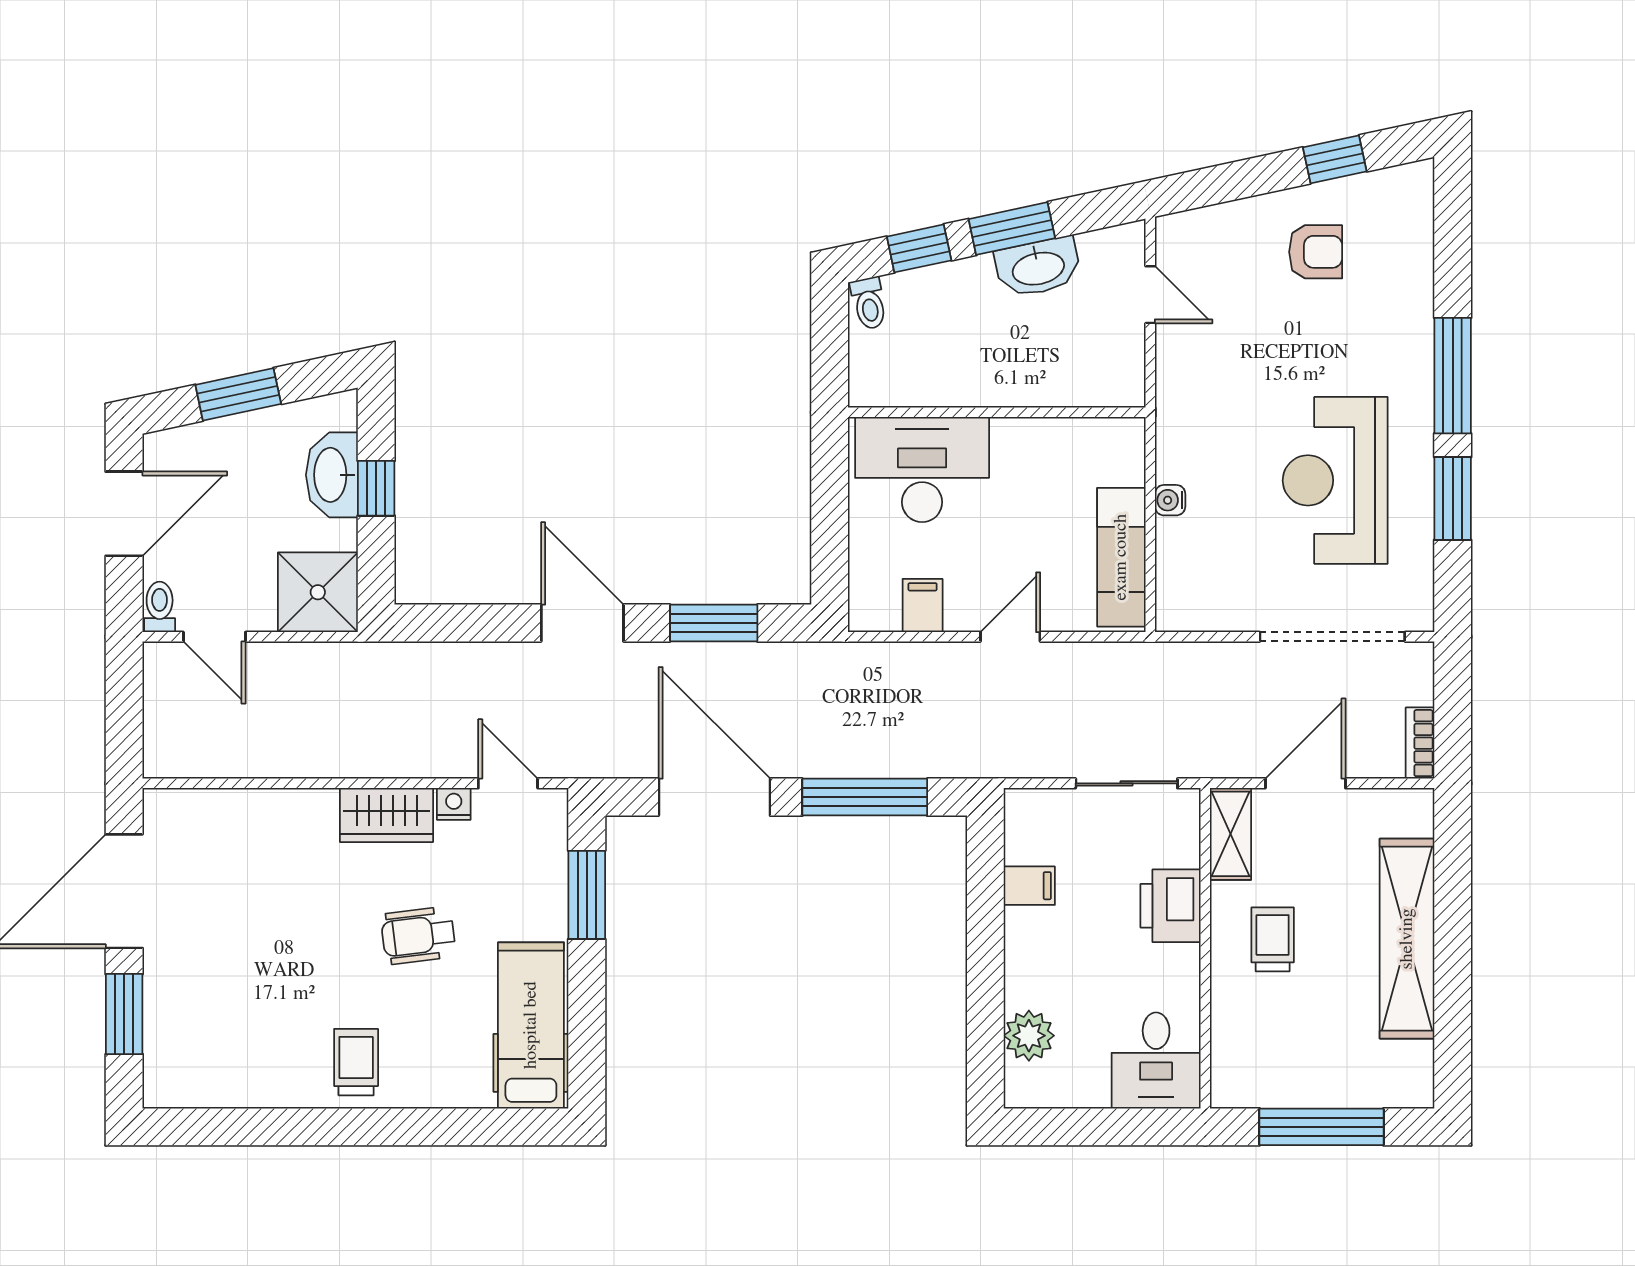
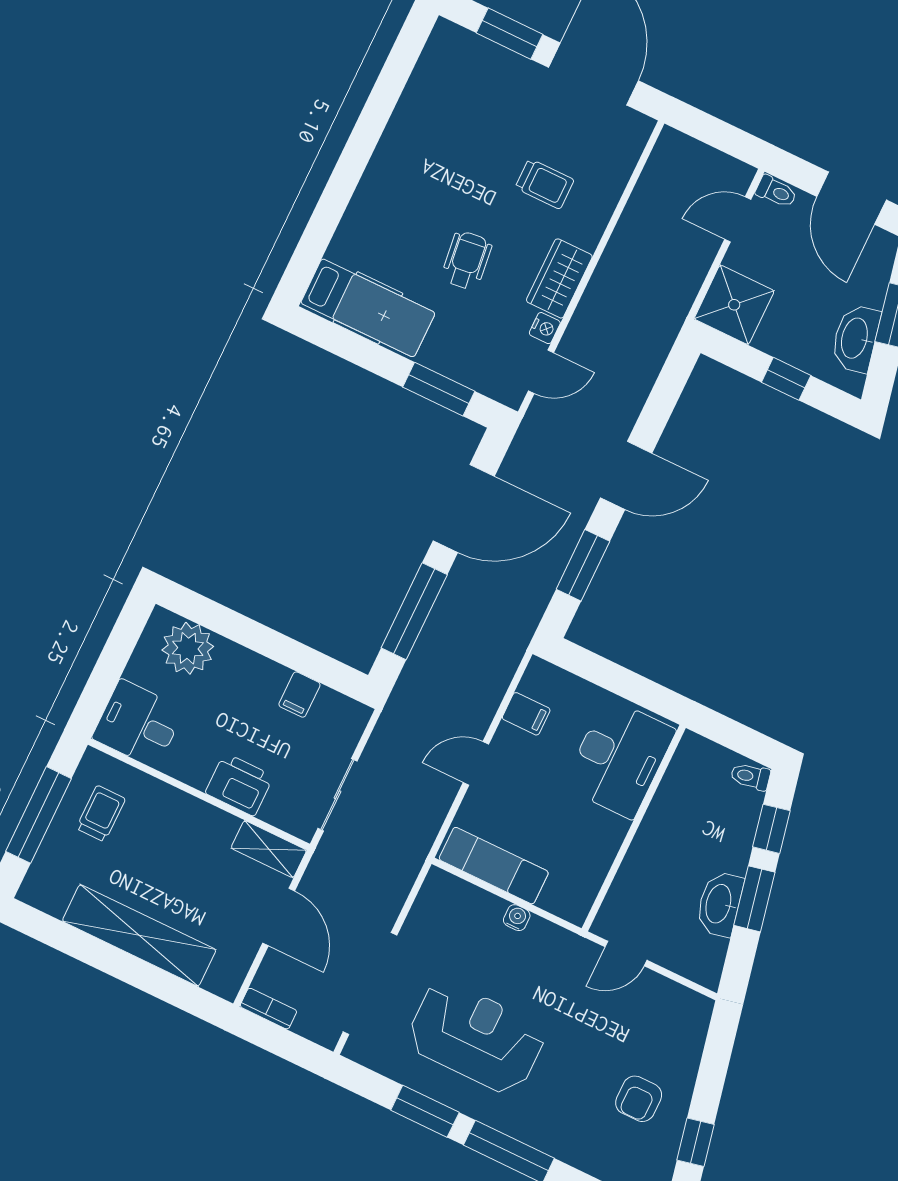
door: (1150, 295) -> (626, 953), moved
washbasin: (332, 475) -> (856, 338), moved, turned -102
door: (1010, 637) -> (476, 763), swing flipped
trolley: (1273, 939) -> (101, 814), moved, turned -90
plant: (1029, 1036) -> (188, 648), width x1.36, depth x1.36
trolley: (356, 1062) -> (545, 184), moved

